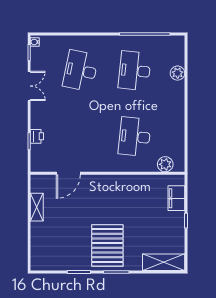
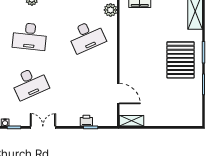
desk: (81, 71) -> (30, 83), turned -36
desk: (135, 137) -> (87, 36), turned -30
shelving: (37, 207) -> (132, 121), moved
pallet: (107, 245) -> (181, 60), turned 90

